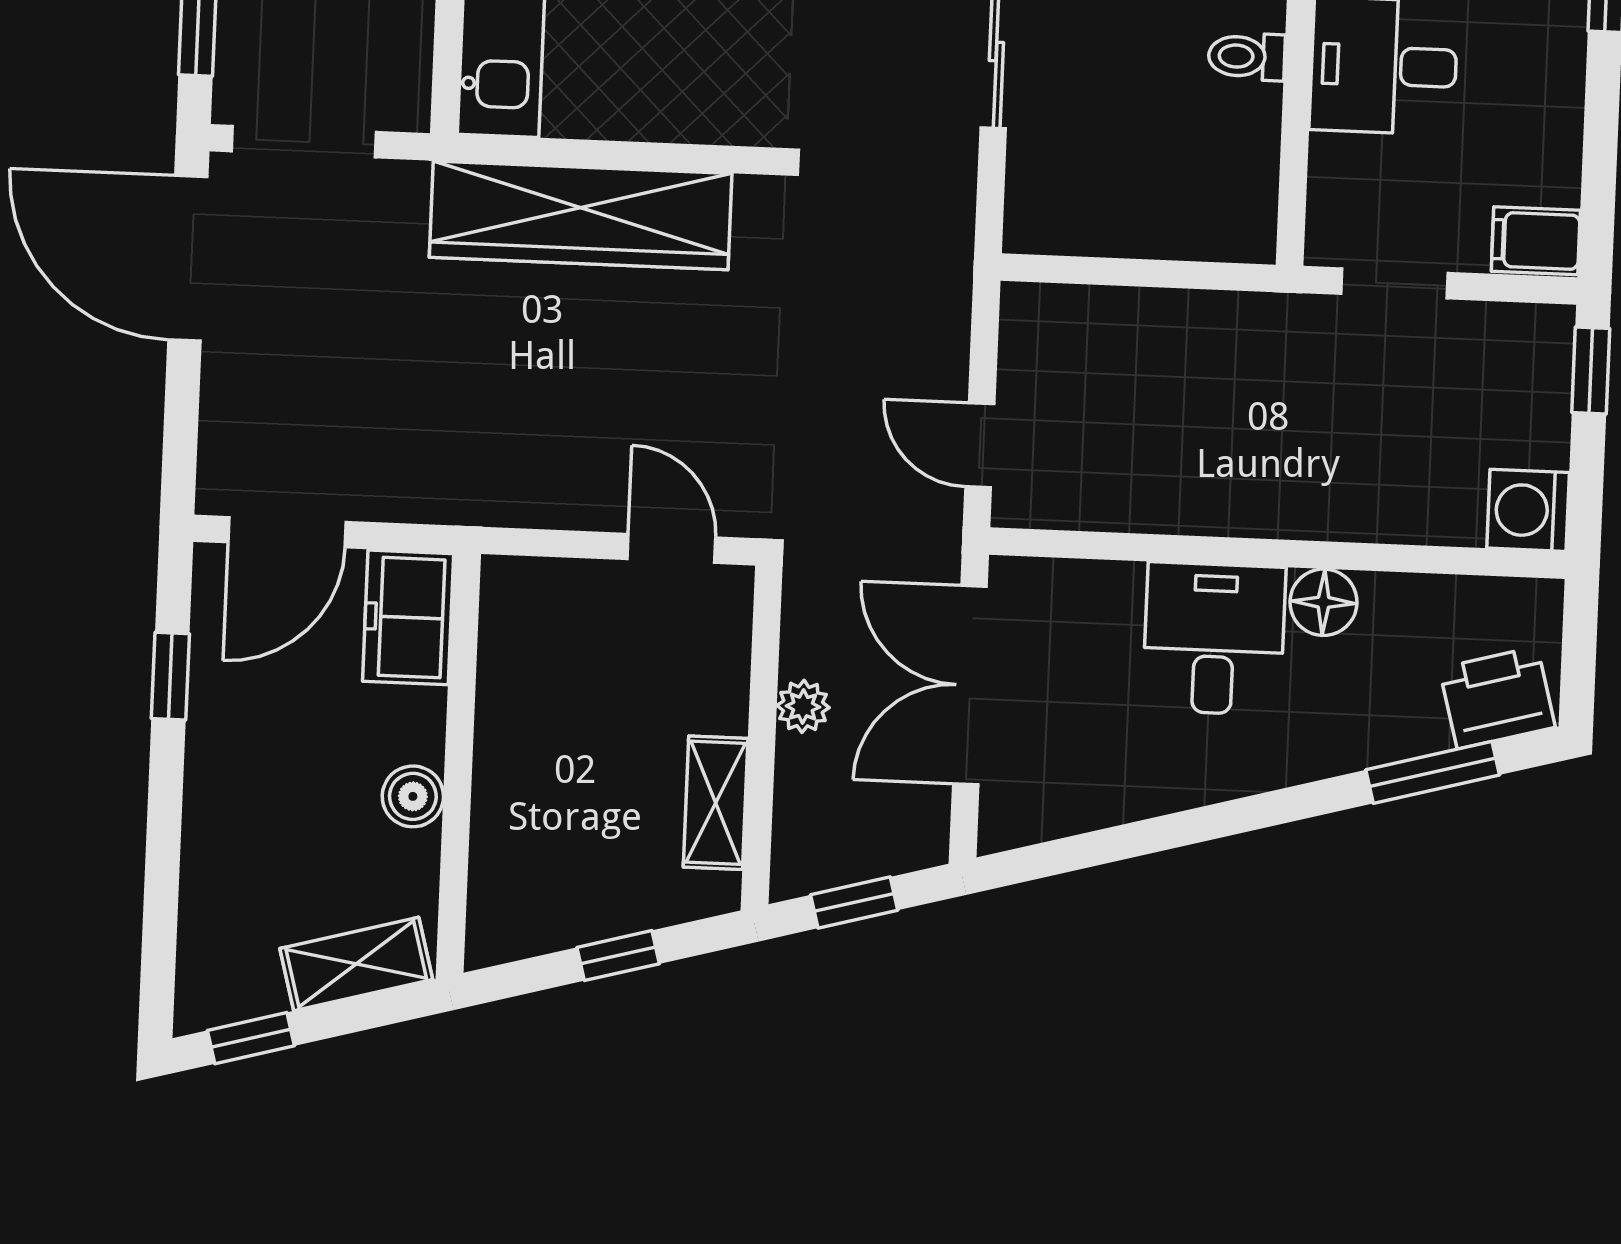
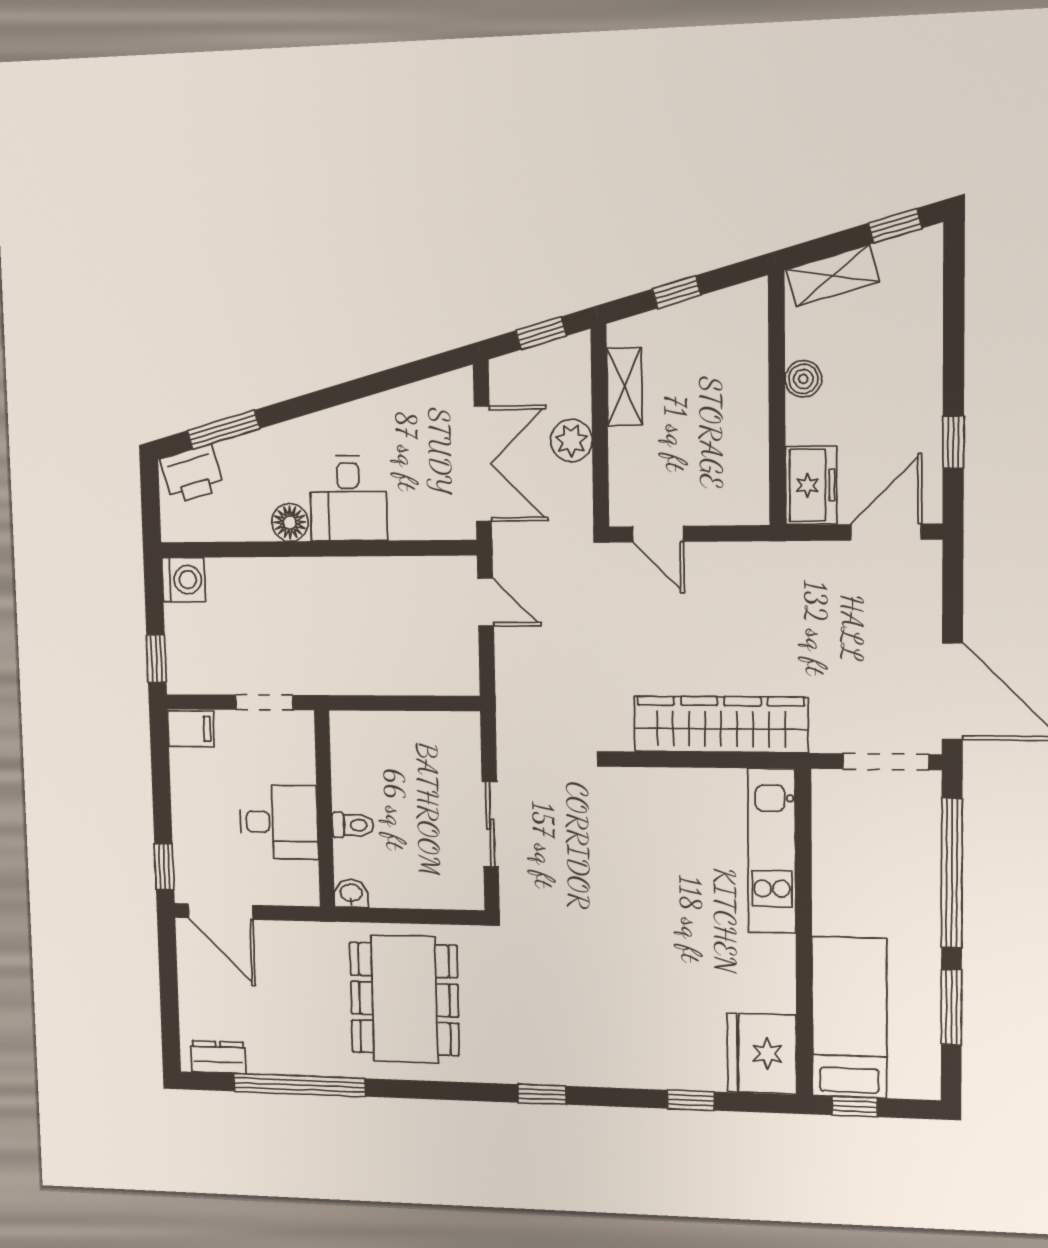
plant: (803, 706) -> (571, 440), width x1.38, depth x1.38

